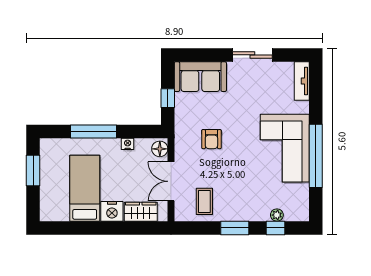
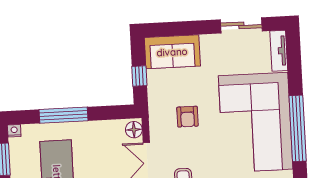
sliding door: (252, 55) -> (241, 25), moved
nightstand: (128, 144) -> (14, 131), moved
corner sofa: (285, 148) -> (256, 122), width x1.36, depth x1.36

